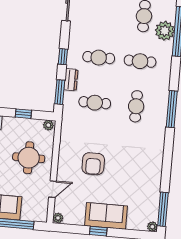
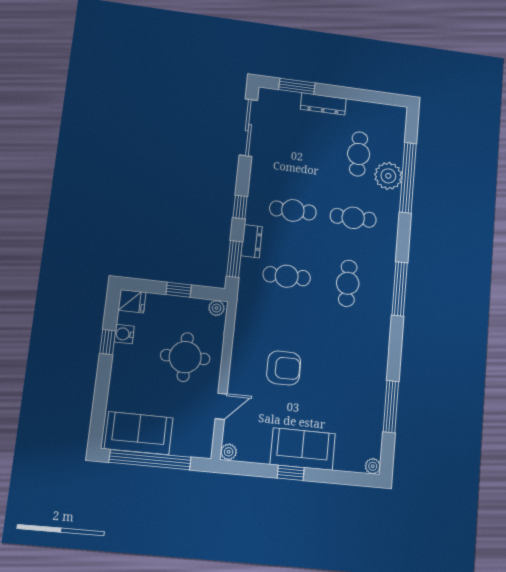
armchair: (93, 164) -> (284, 368), turned -90
window: (163, 209) -> (391, 407), moved

